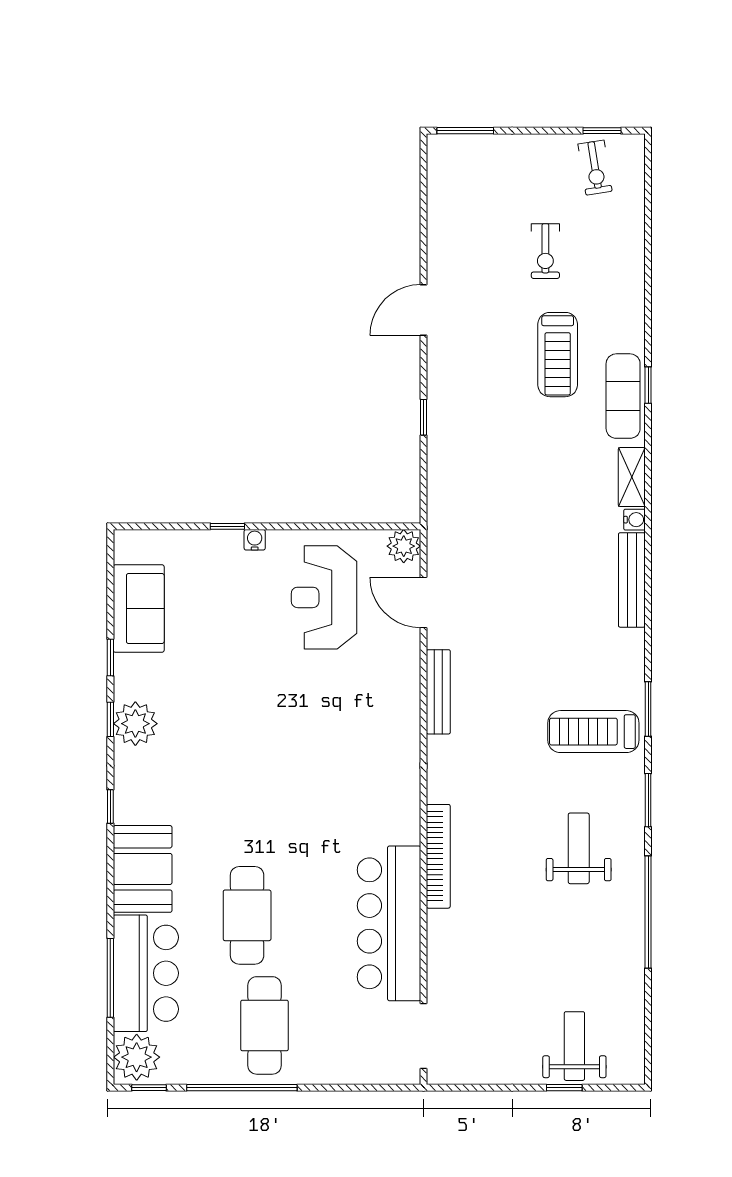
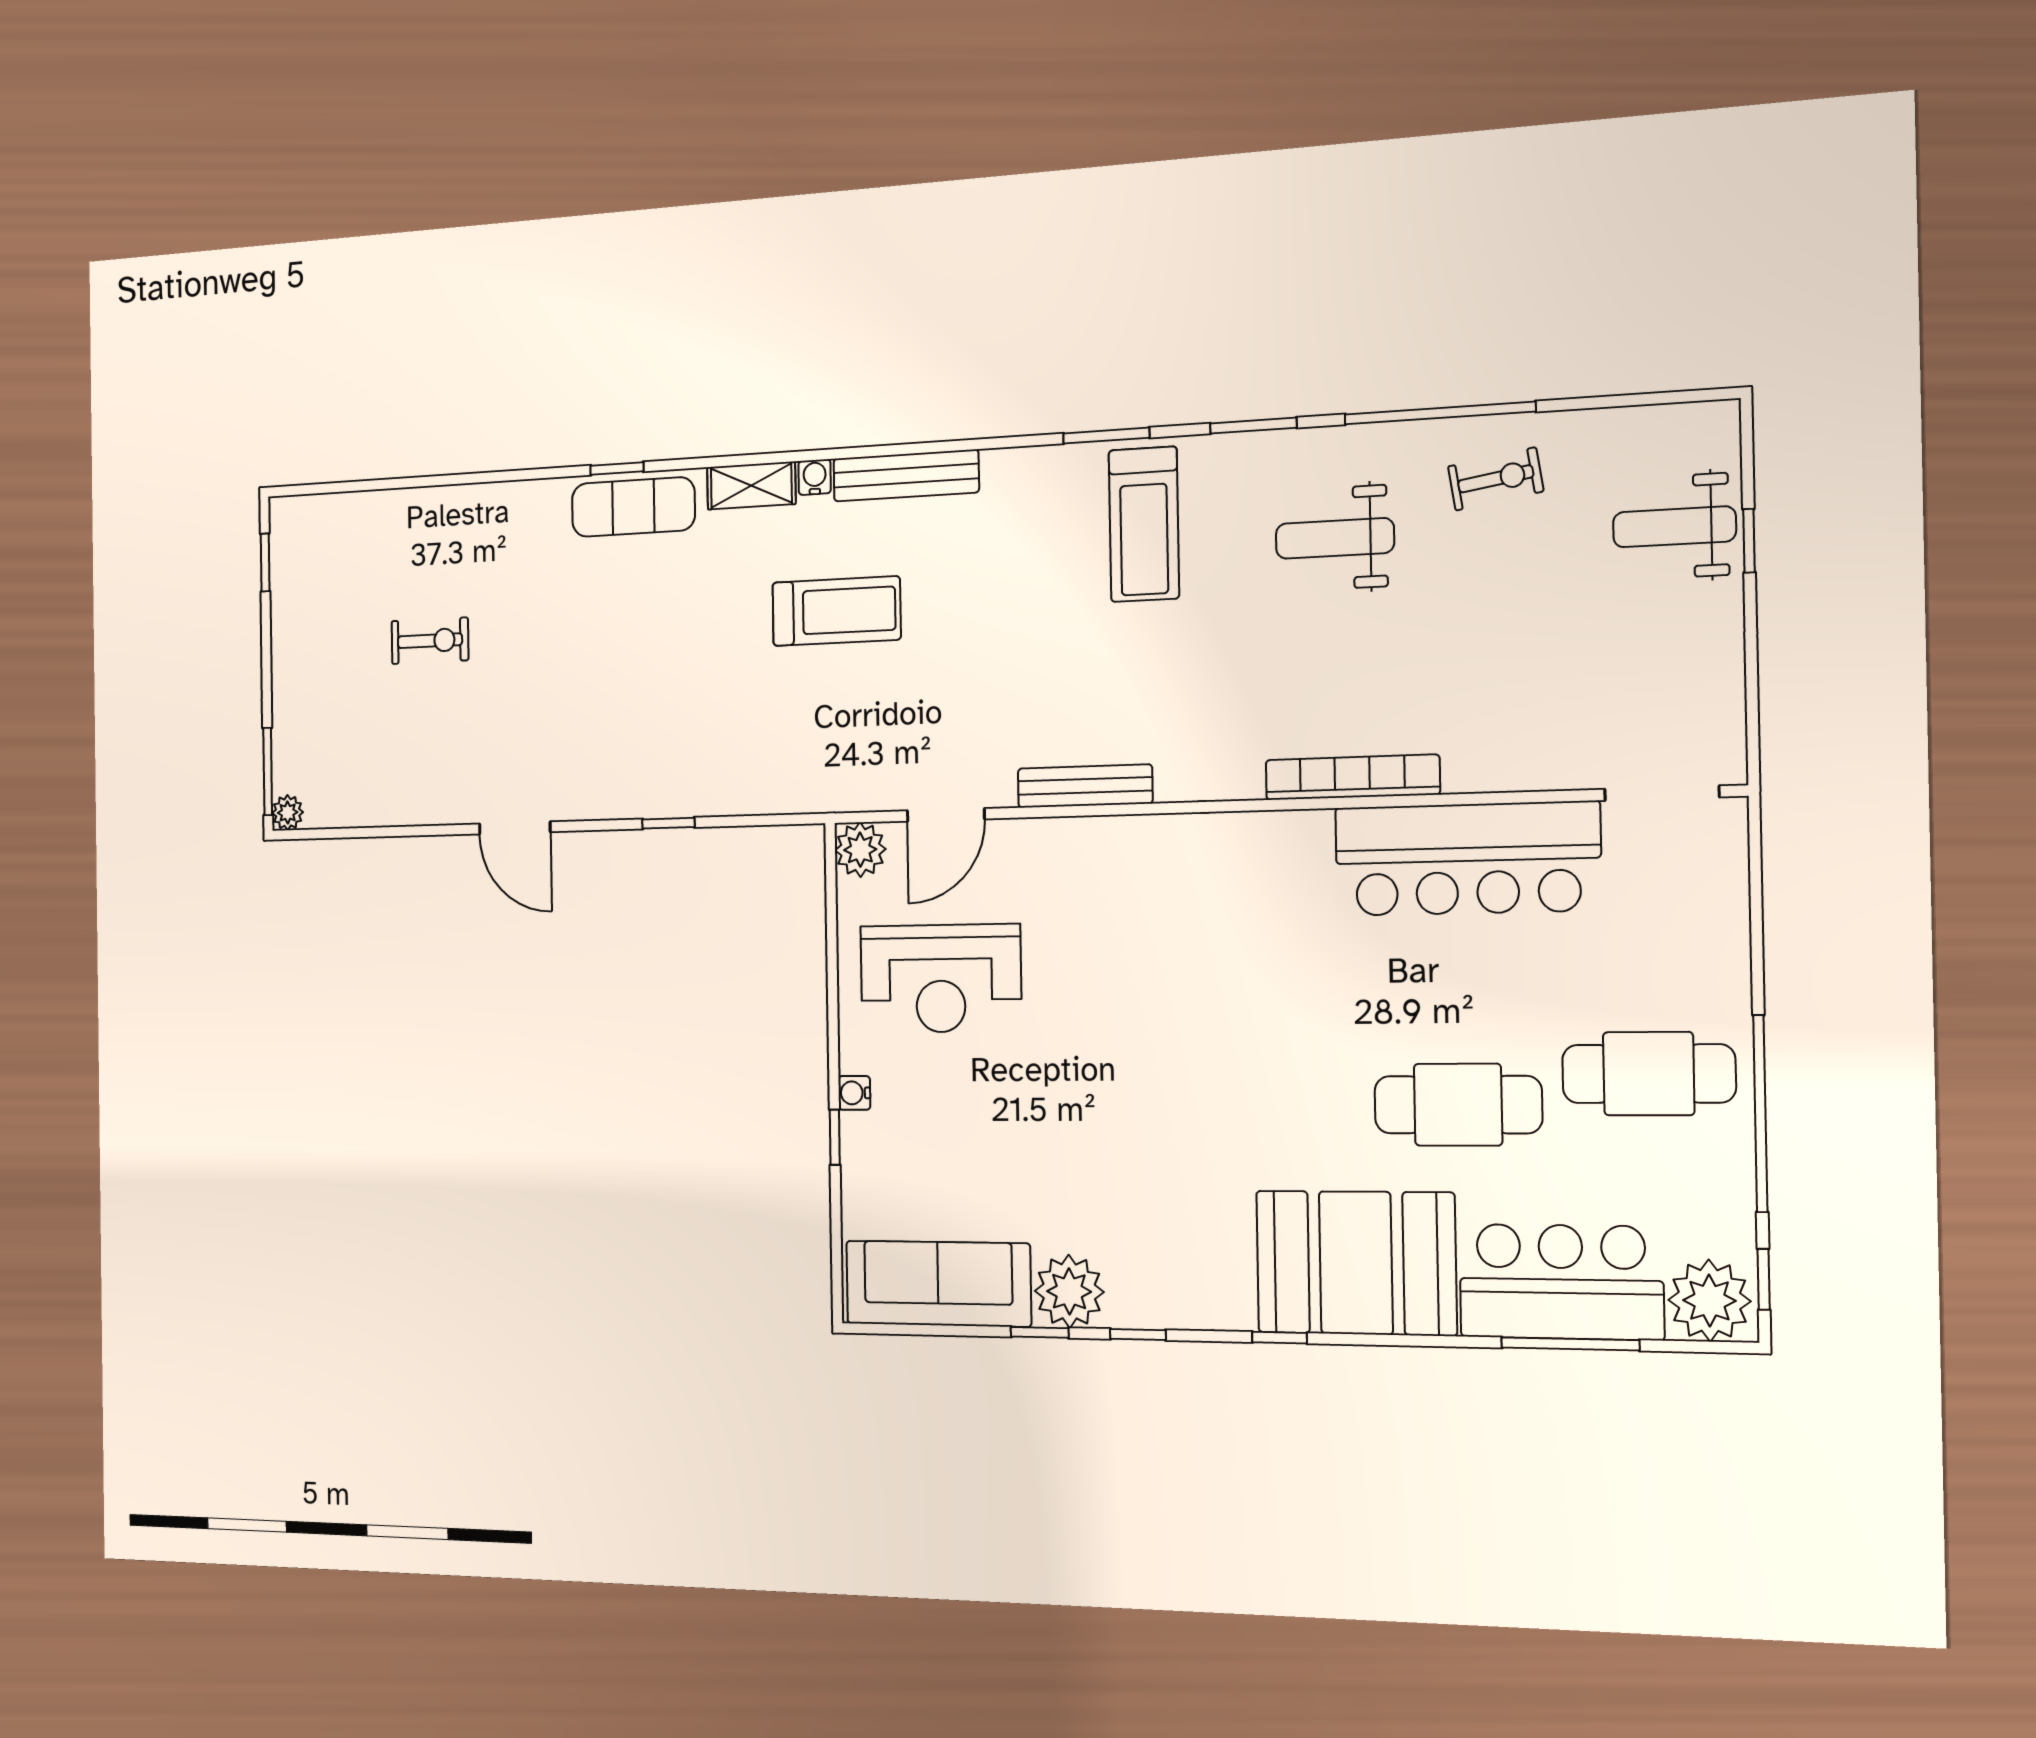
plant: (438, 145) -> (288, 813), added
exercise bike: (595, 168) -> (1496, 479), moved
treadmill: (558, 355) -> (836, 611), moved
sofa: (139, 609) -> (938, 1284), width x1.36
plant: (135, 724) -> (1069, 1291), moved
booth: (143, 869) -> (1356, 1263), width x1.36, depth x1.42

